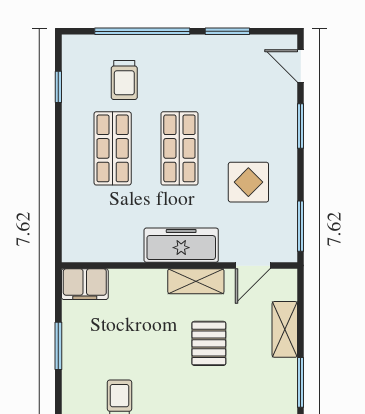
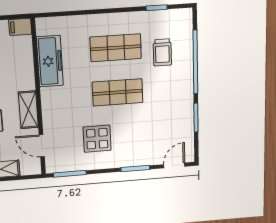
trolley: (124, 80) -> (162, 52), turned -90
freezer: (181, 245) -> (50, 61), moved
filing cabinet: (85, 284) -> (20, 27), width x0.50

